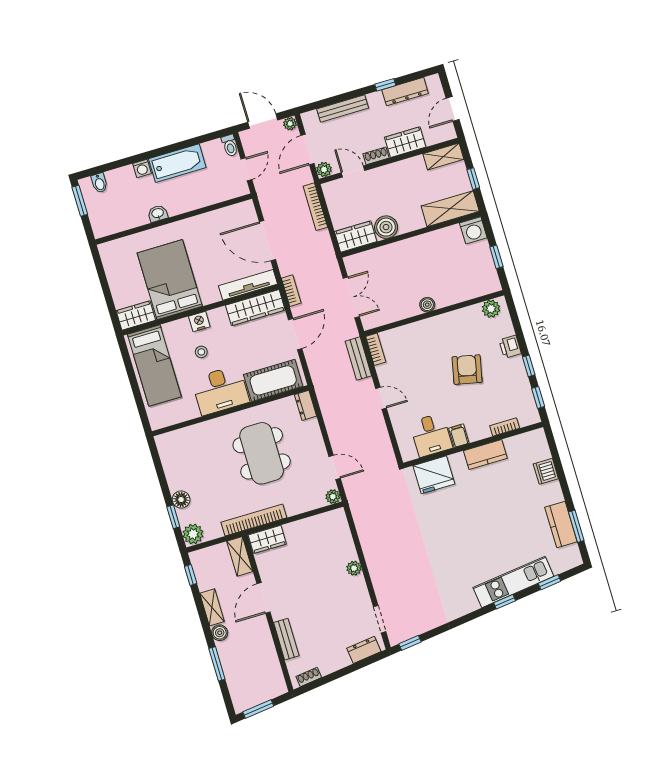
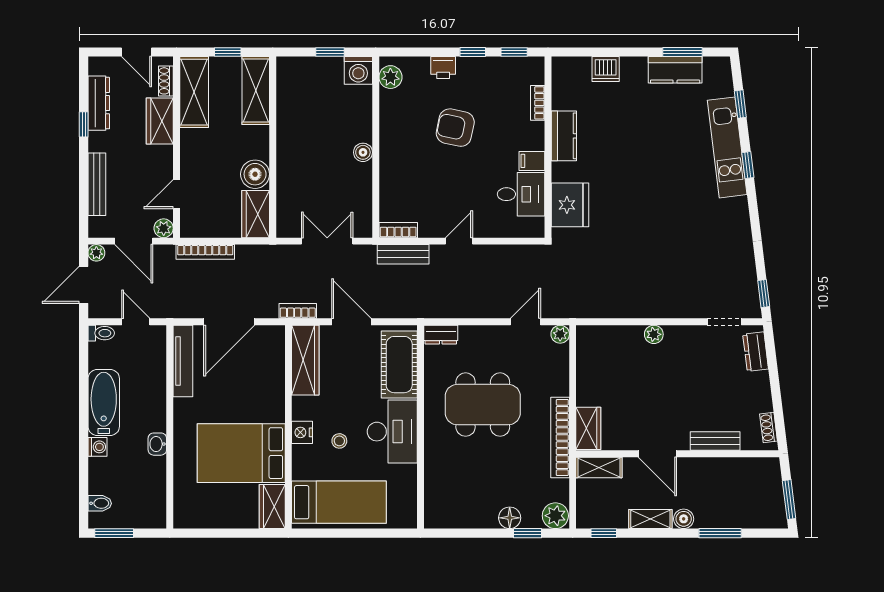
shoe rack: (376, 156) -> (166, 81), moved
shelving: (443, 156) -> (194, 92), width x1.50, depth x1.33
washing machine: (473, 230) -> (358, 70), moved, turned 90
tv unit: (248, 285) -> (183, 361), moved, turned 180

